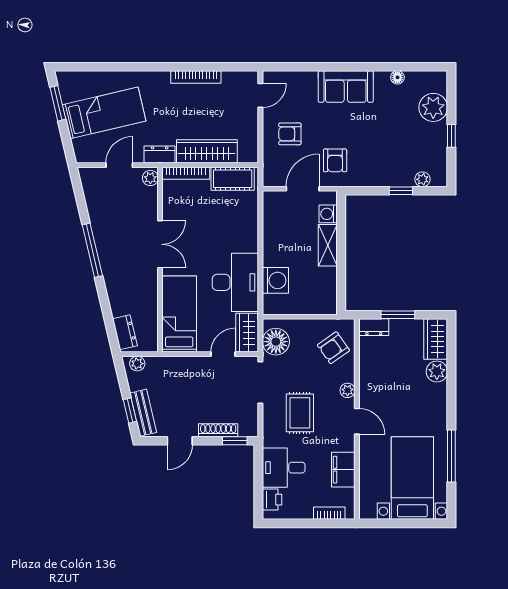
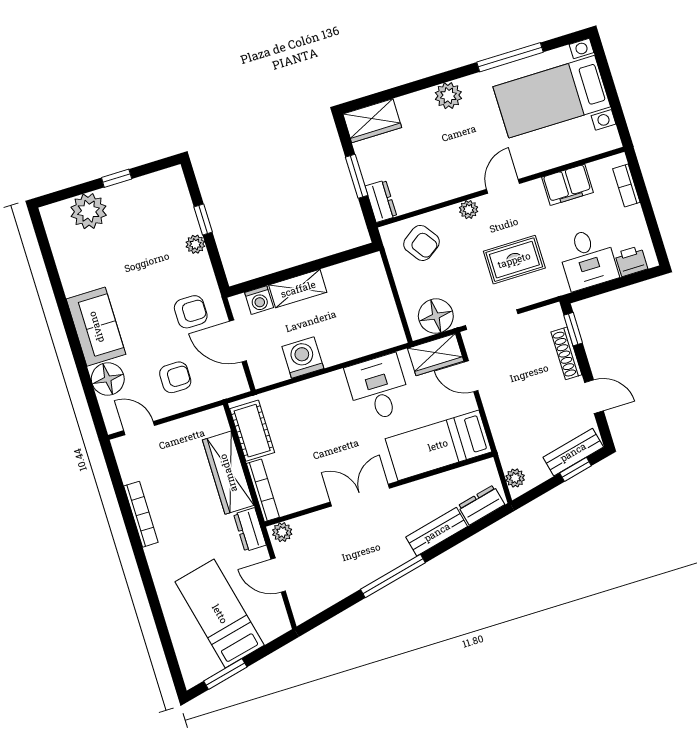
floor lamp: (397, 77) -> (108, 379), moved, width x1.89, depth x1.89
armchair: (290, 134) -> (175, 377), turned -90
plant: (422, 179) -> (195, 244), moved
washing machine: (275, 280) -> (303, 358), moved
desk: (235, 282) -> (378, 388), width x0.73
bench: (115, 293) -> (437, 532), added
plant: (437, 372) -> (448, 96), moved

